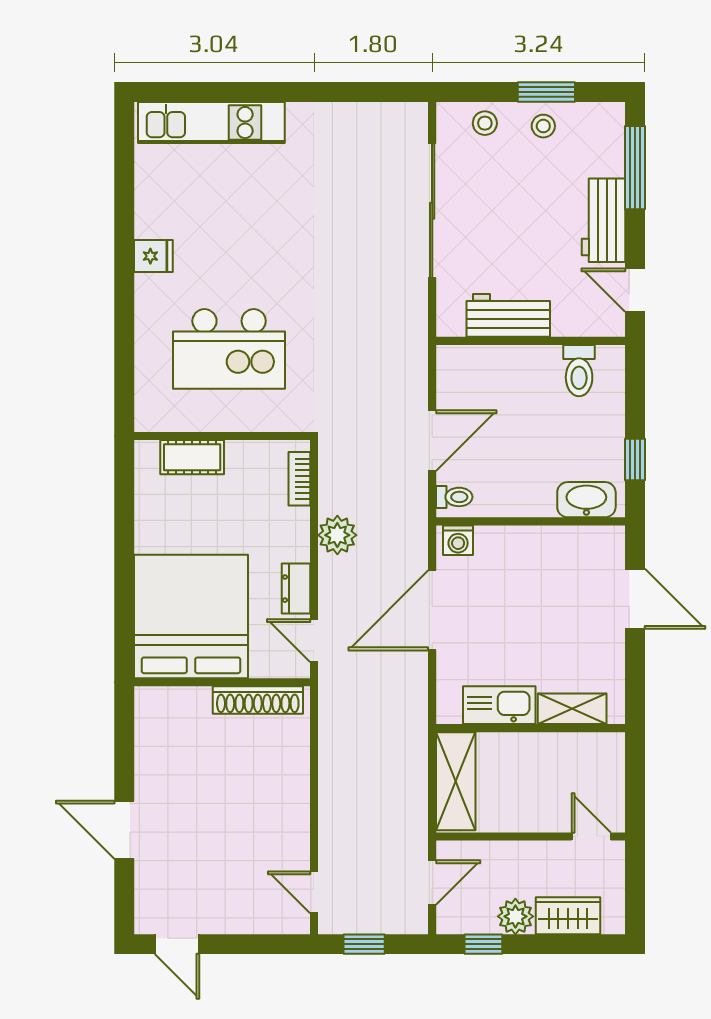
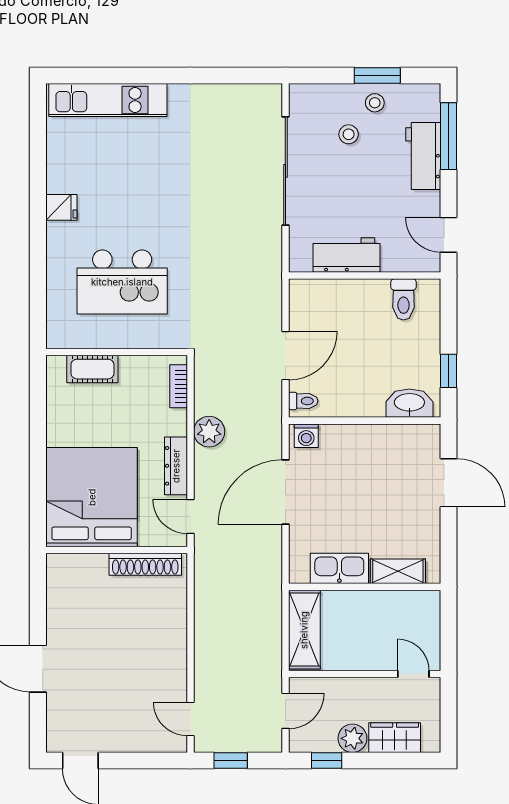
stool: (485, 123) -> (349, 134), moved
workbench: (604, 220) -> (423, 156), moved
dresser: (296, 589) -> (176, 466), width x1.44

